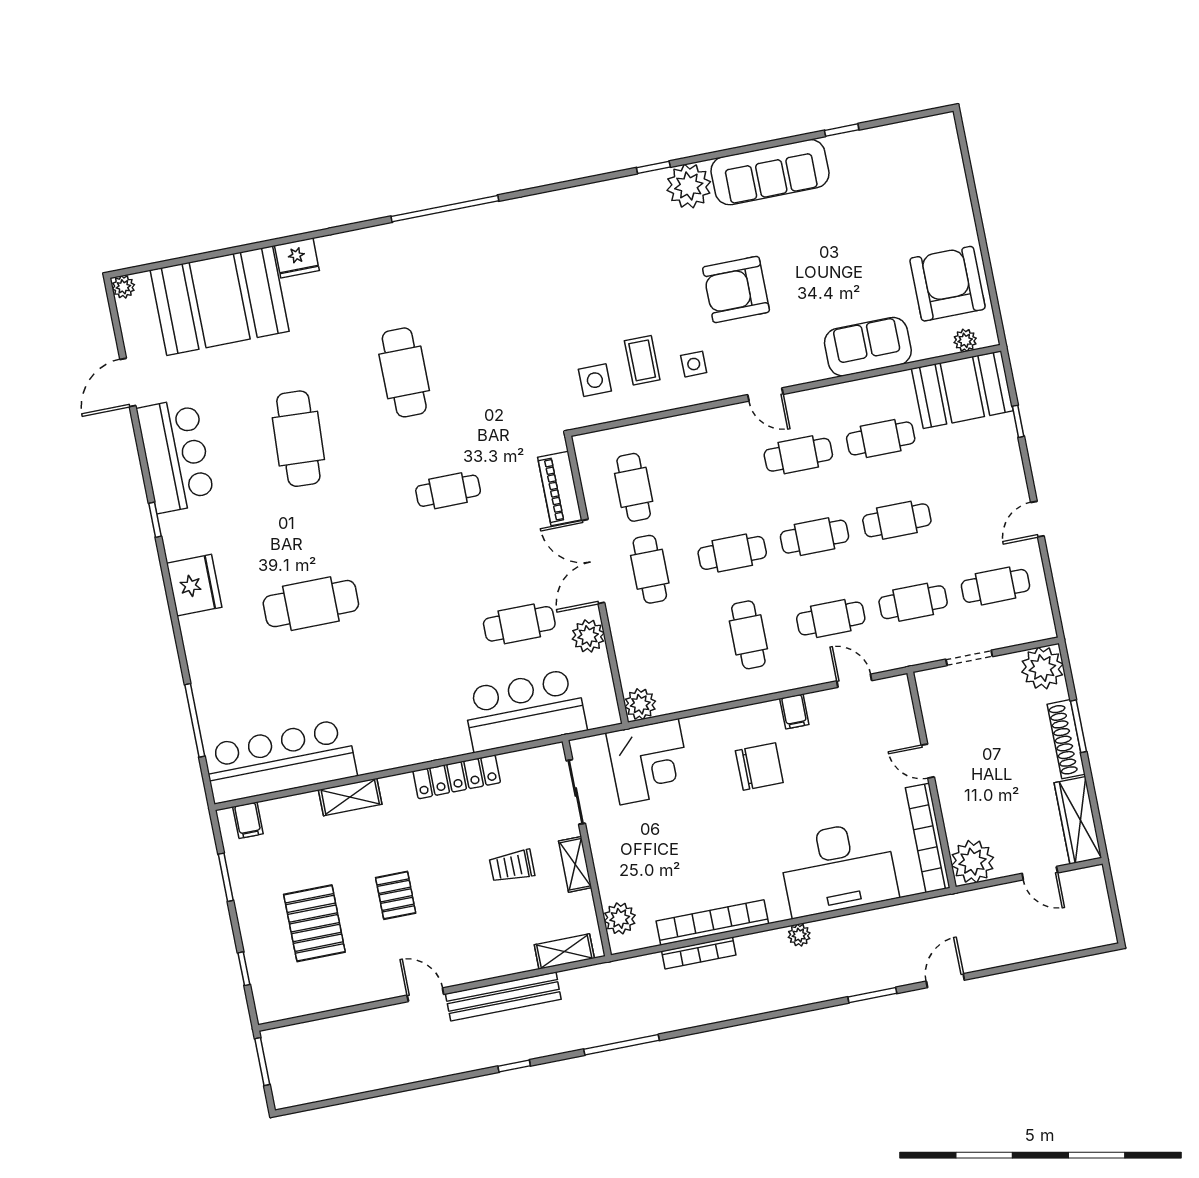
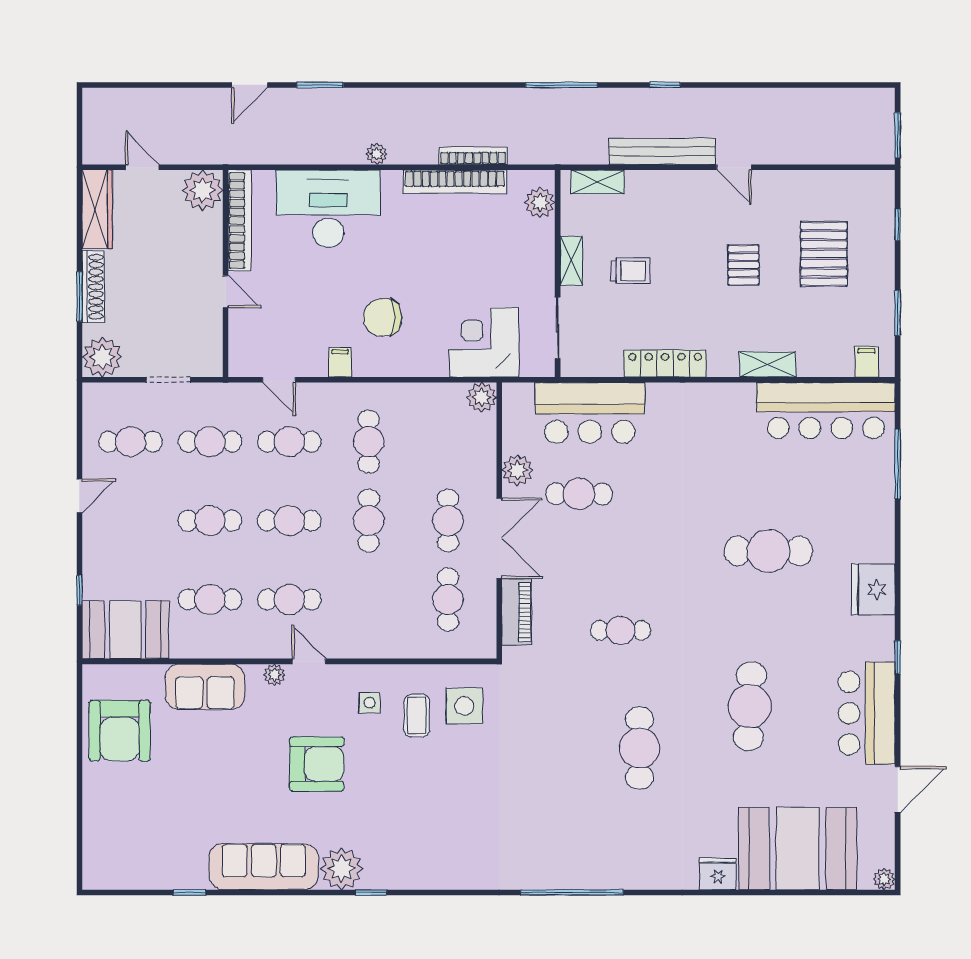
plant: (965, 340) -> (274, 675), moved
side table: (595, 380) -> (464, 706), width x1.37, depth x1.37
cafe table: (732, 553) -> (369, 521), turned 90

